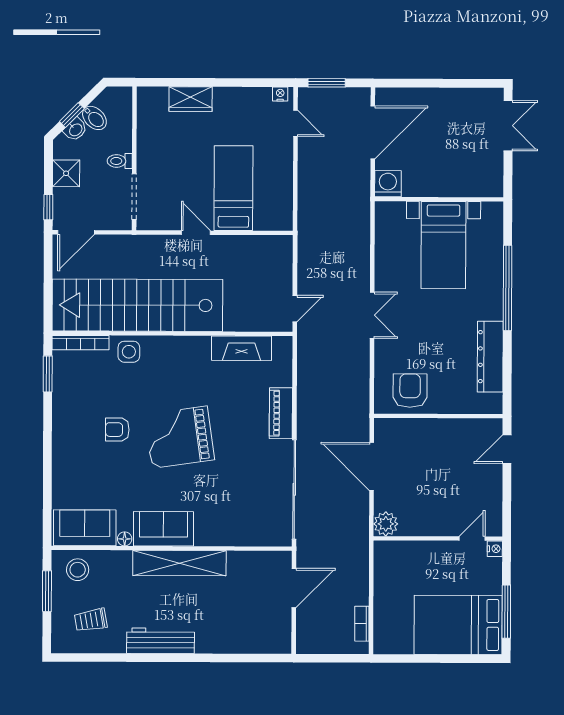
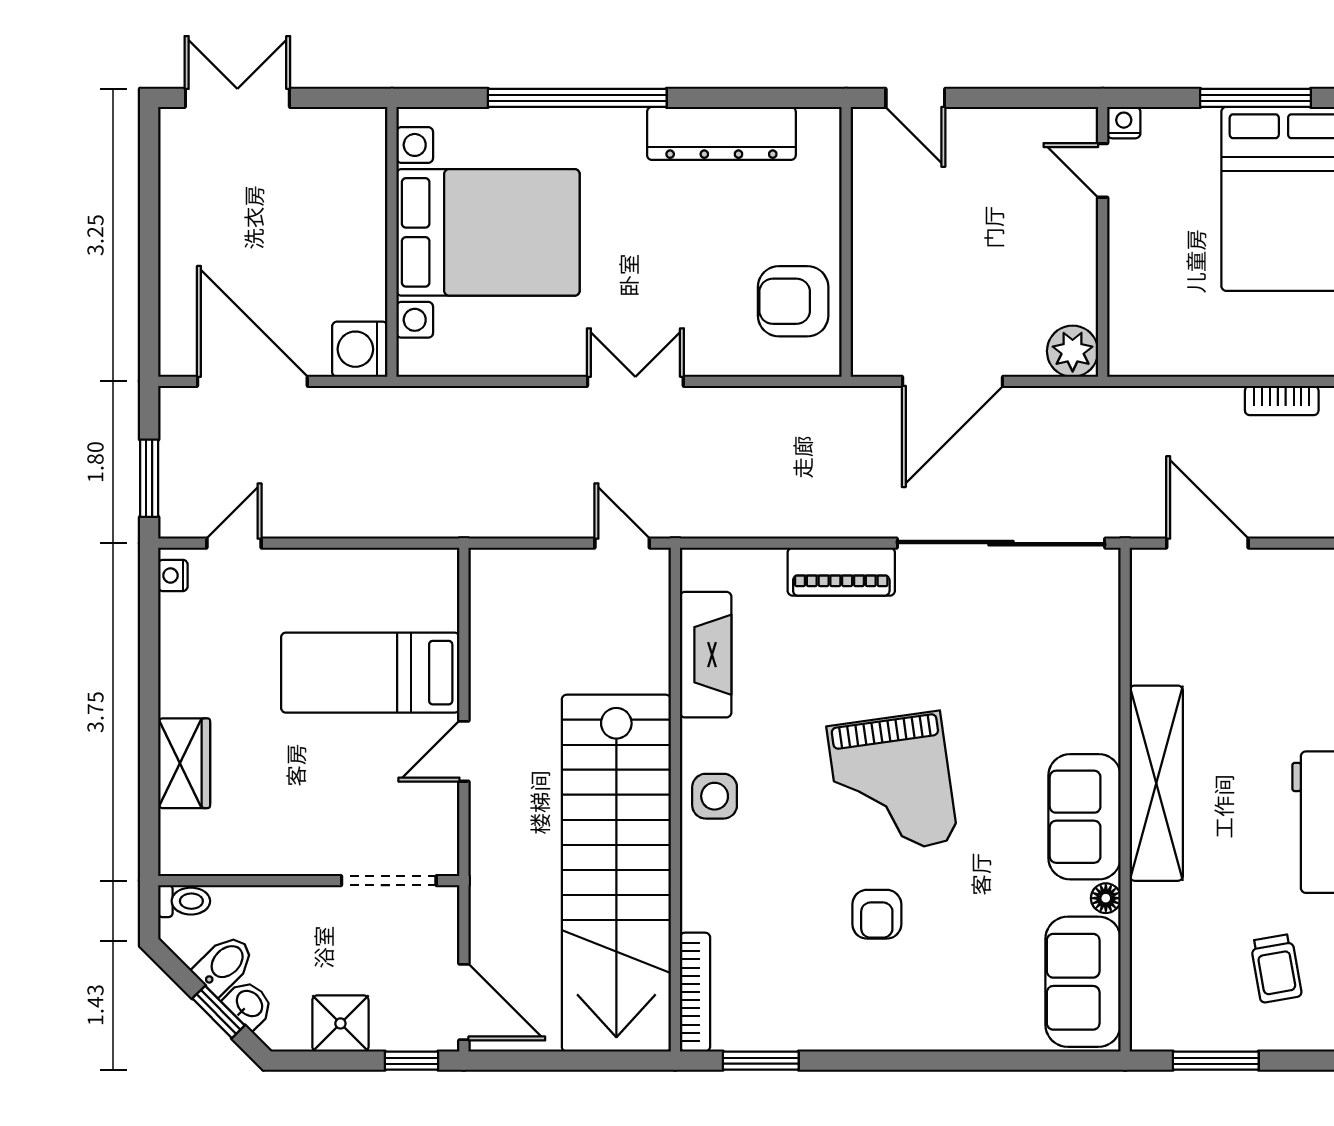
toilet: (120, 161) -> (184, 901), moved, turned -90
bed with nightstands: (443, 245) -> (488, 232), width x1.36
side table: (129, 352) -> (715, 796), moved
stool: (78, 570) -> (1171, 996), removed

